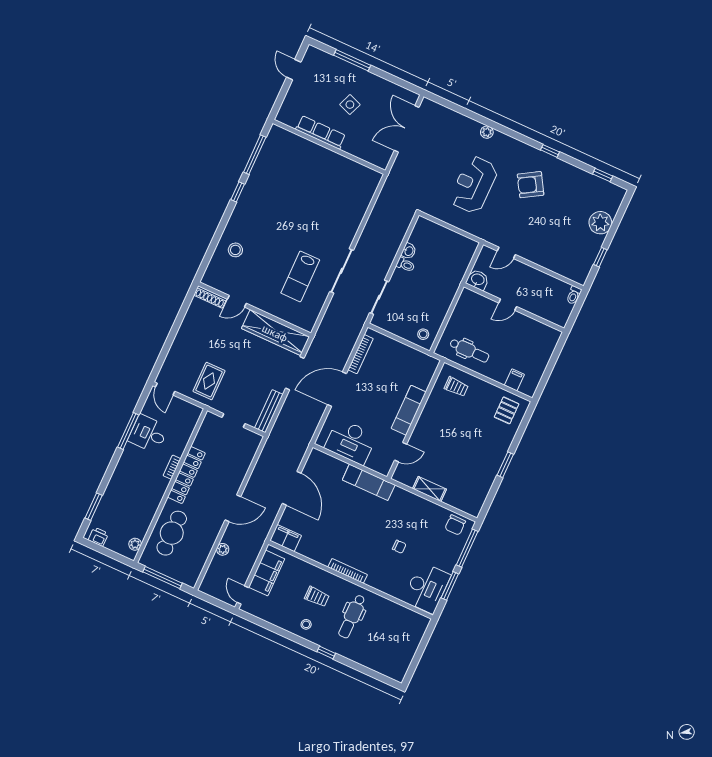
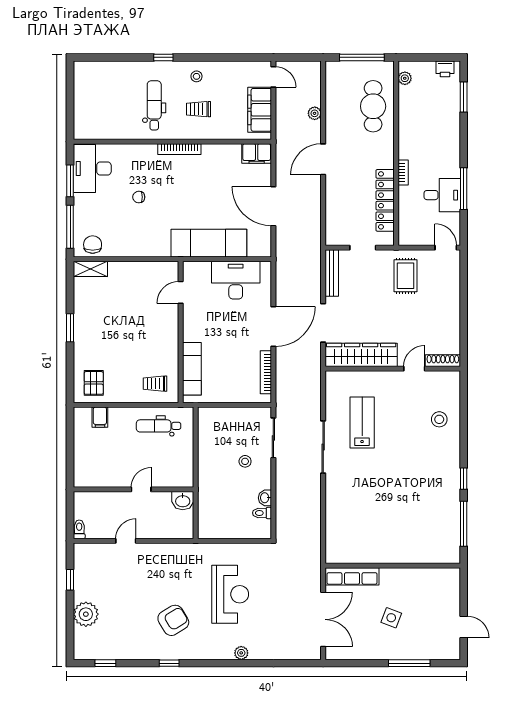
row of seats: (321, 132) -> (352, 576), moved
door: (506, 253) -> (126, 541), moved
toilet: (405, 265) -> (262, 513), moved
stool: (423, 334) -> (245, 461), moved
exam couch: (409, 410) -> (192, 369), moved
locker: (186, 475) -> (385, 200), moved
exam couch: (369, 482) -> (209, 243), width x1.36, depth x1.45
shelving: (429, 489) -> (90, 269), moved

